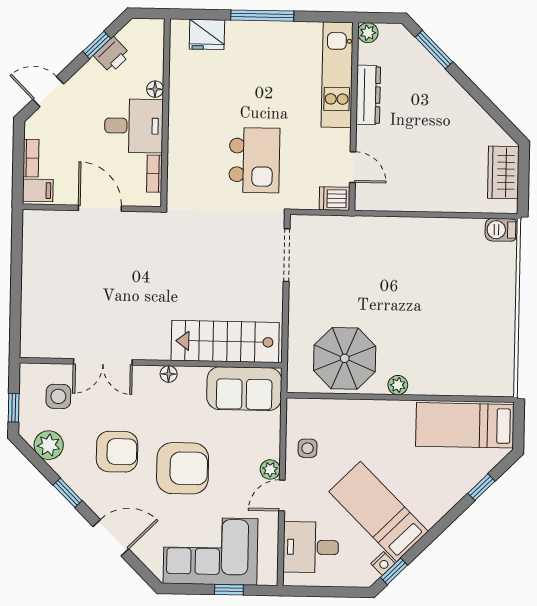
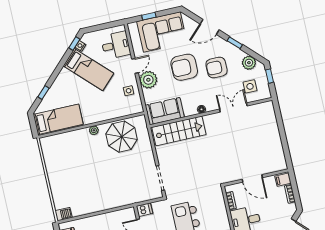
plant: (270, 469) -> (148, 80), width x1.88, depth x1.88

